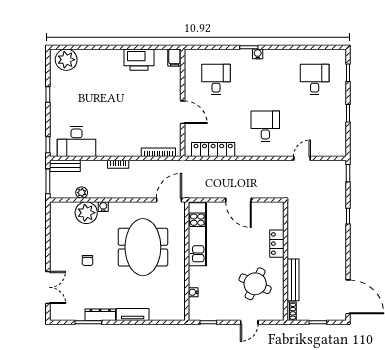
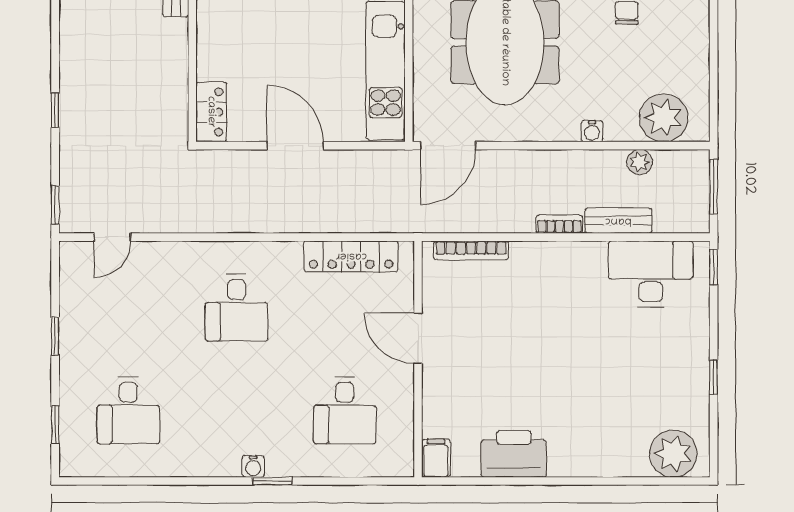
door: (302, 158) -> (113, 237), moved
bench: (65, 166) -> (618, 221), moved
plant: (86, 213) -> (664, 118), moved
locker: (277, 244) -> (211, 112), moved

